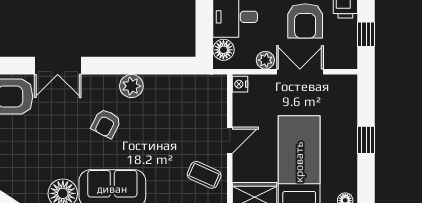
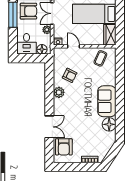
armchair: (106, 123) -> (70, 75), moved
door: (230, 140) -> (73, 46), moved

